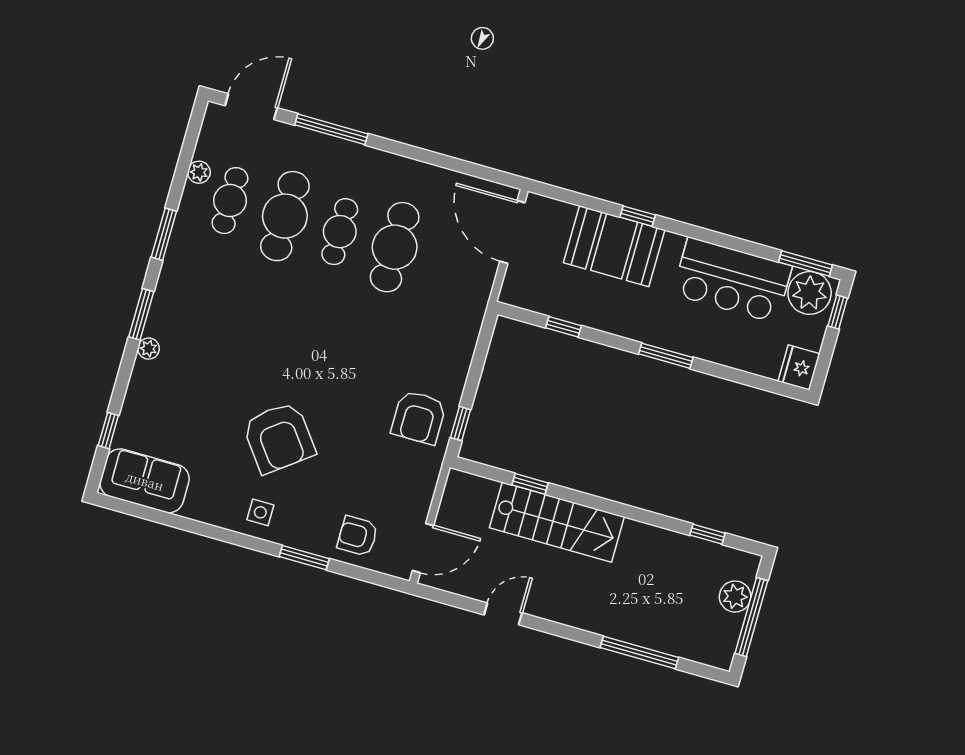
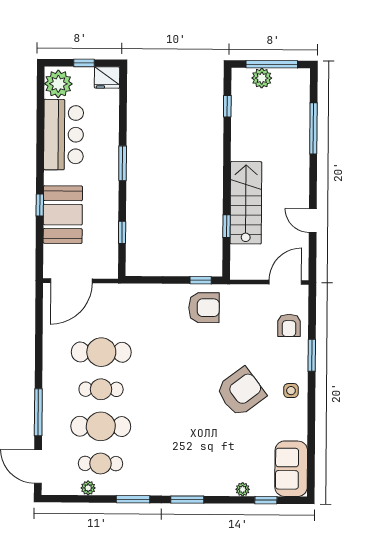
window: (805, 264) -> (41, 91), removed
window: (838, 312) -> (84, 63), moved
plant: (148, 349) -> (243, 489), moved
door: (423, 548) -> (285, 282), hinge flipped

